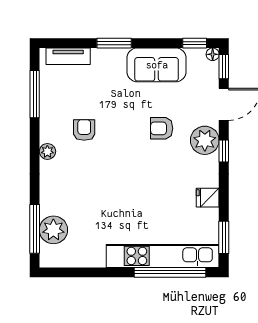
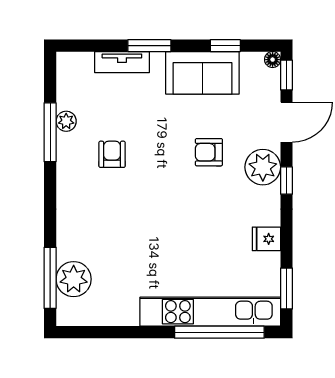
window: (195, 43) -> (225, 46), moved
tv unit: (68, 56) -> (122, 62), moved
window: (35, 94) -> (50, 132), moved
plant: (47, 151) -> (66, 121), moved

